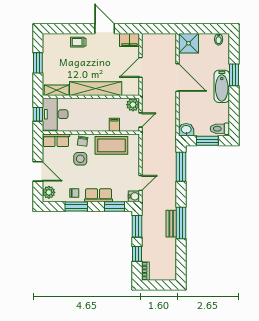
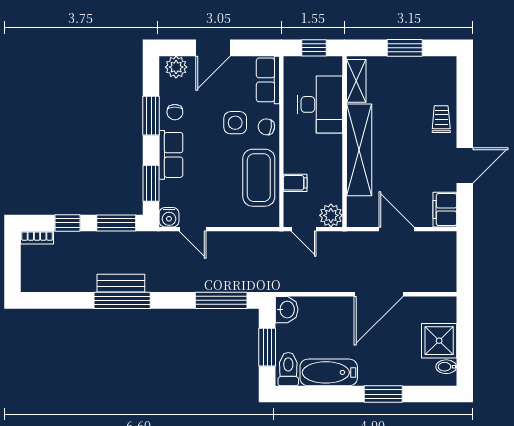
shower: (189, 43) -> (439, 341), moved
bathtub: (222, 86) -> (329, 372), moved
desk: (55, 114) -> (320, 104), moved, turned 90

